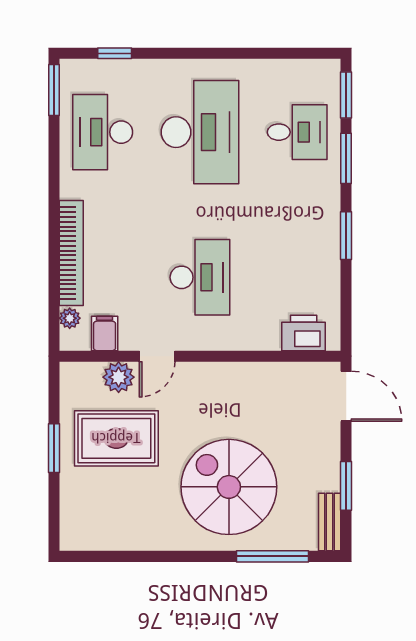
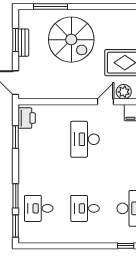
desk: (200, 132) -> (85, 208), width x0.53, depth x0.77
window: (346, 236) -> (16, 137), moved
printer: (304, 333) -> (27, 118), moved, turned -90
bench: (330, 522) -> (23, 43), moved

